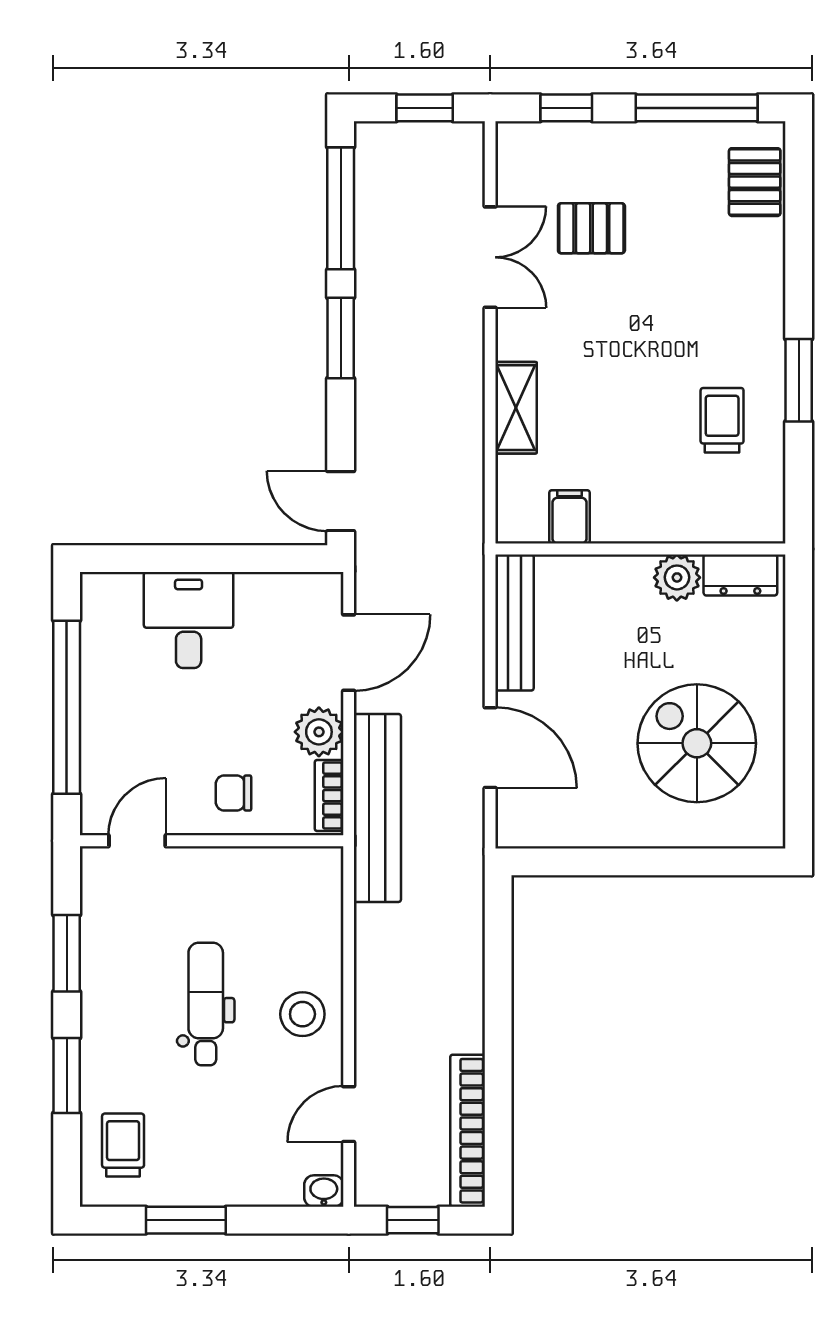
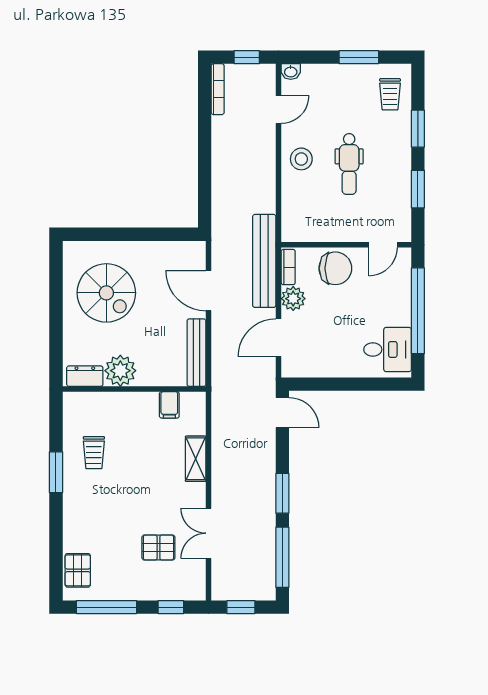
plant: (677, 577) -> (120, 371), width x1.36, depth x1.36
desk: (189, 620) -> (388, 349), moved, turned -90
chair: (234, 793) -> (335, 268), width x1.87, depth x1.87
bookcase: (468, 1131) -> (218, 89), width x0.68, depth x0.76

